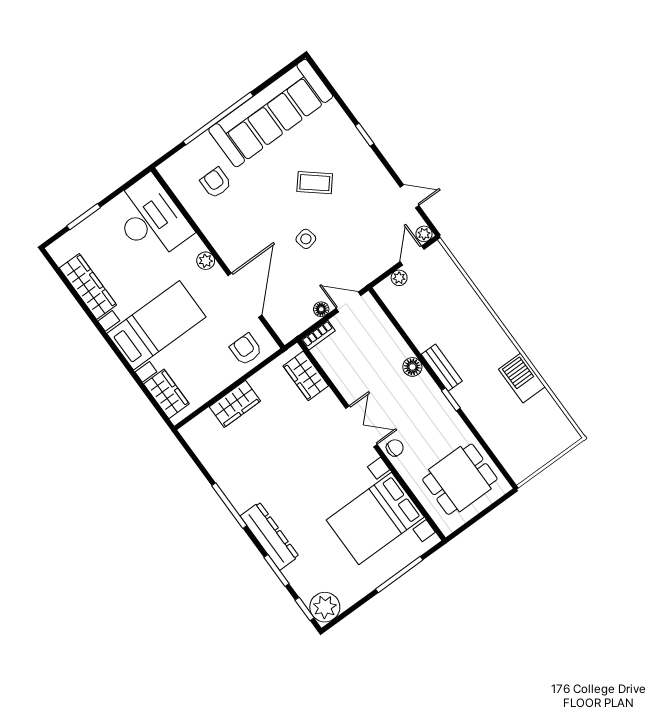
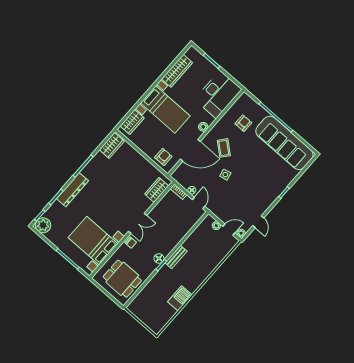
coffee table: (315, 183) -> (224, 148), moved
floor lamp: (412, 367) -> (159, 258), moved
wardrobe: (235, 404) -> (112, 146), moved, turned -90

